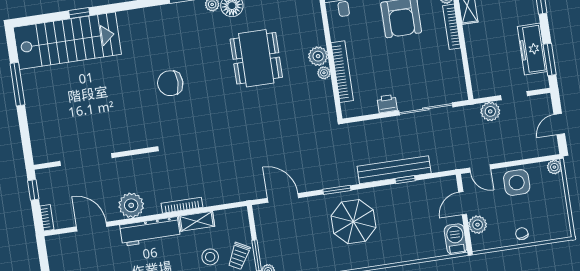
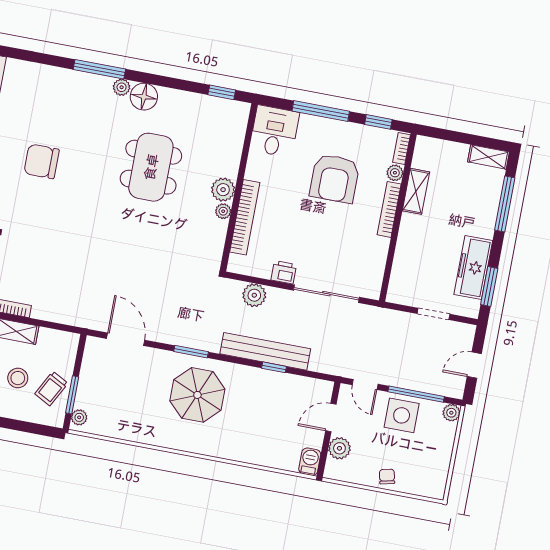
plant: (490, 111) -> (254, 295), moved
window: (522, 162) -> (416, 394), added
barbecue: (456, 239) -> (310, 462), width x0.73, depth x0.79

